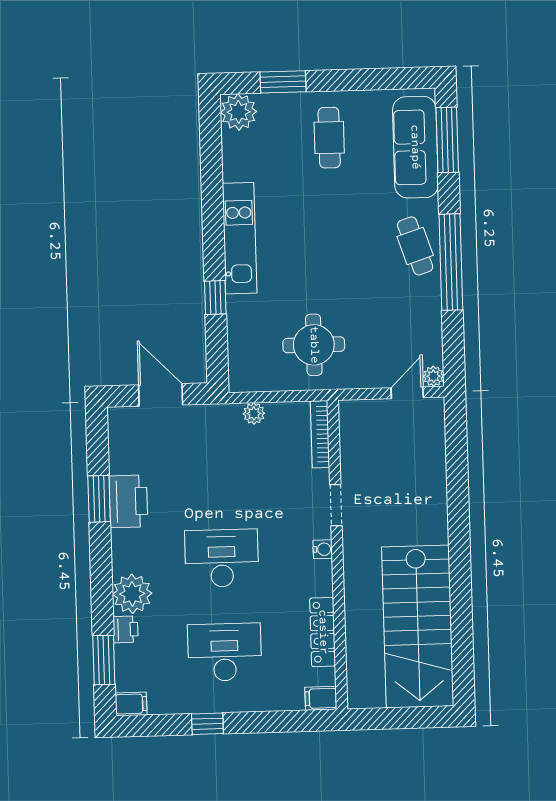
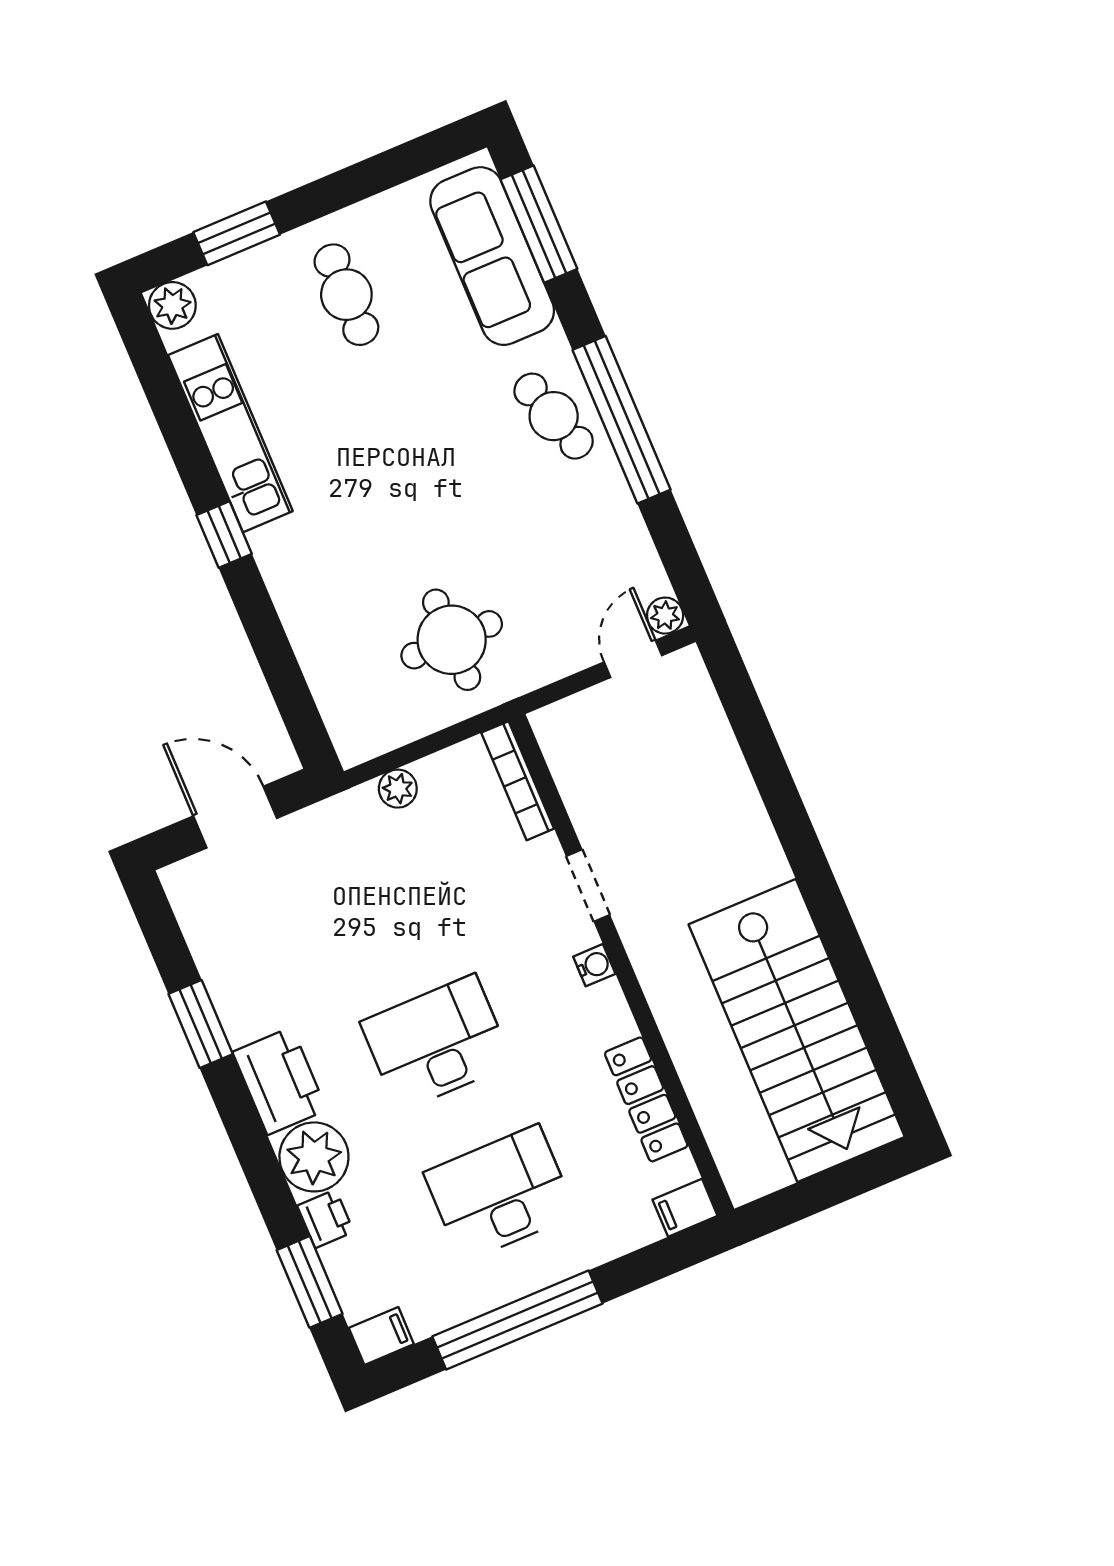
plant: (239, 112) -> (172, 305), width x0.73, depth x0.73
kitchen unit: (240, 238) -> (230, 433), moved
window: (215, 297) -> (224, 534), moved
printer: (128, 501) -> (280, 1081), moved
window: (207, 724) -> (517, 1320), width x3.17

